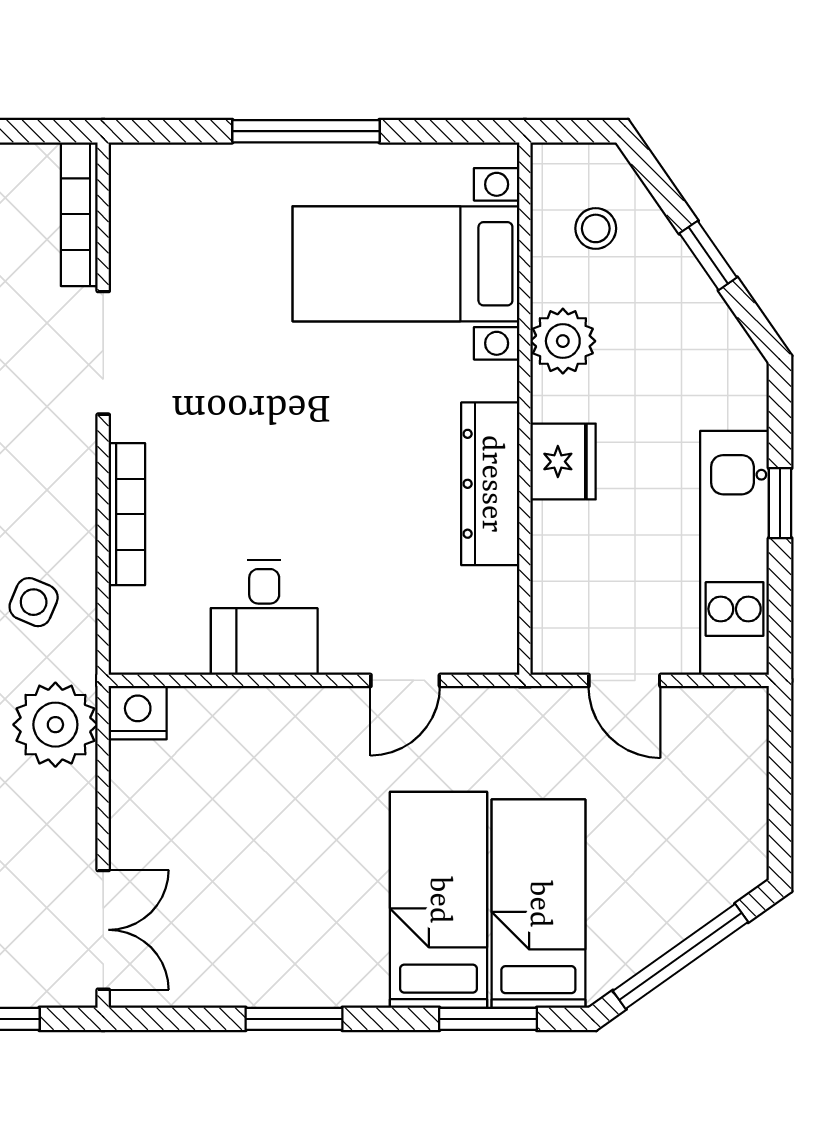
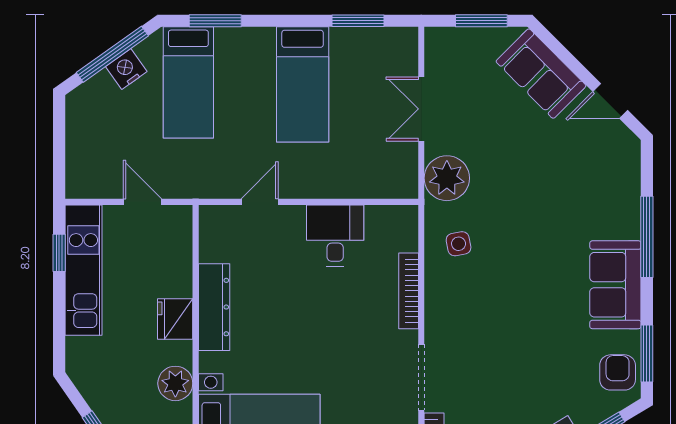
window: (780, 503) -> (59, 253), moved
side table: (34, 602) -> (459, 244), turned -34
nightstand: (138, 713) -> (126, 69), moved, turned 145
bed: (438, 900) -> (303, 84), moved
double door: (103, 930) -> (421, 109), moved
window: (294, 1019) -> (358, 21), moved

